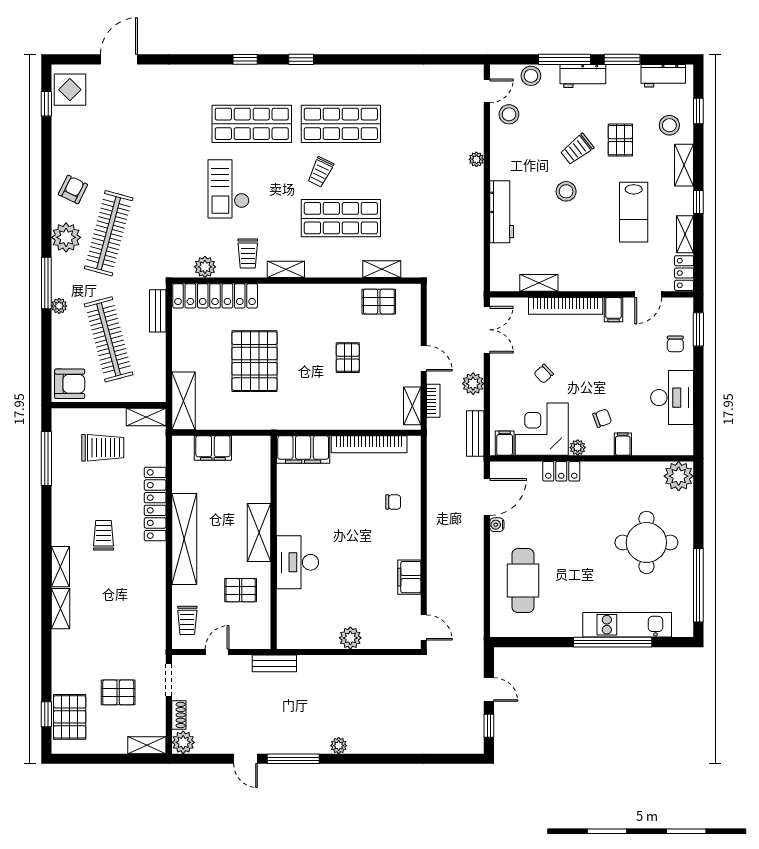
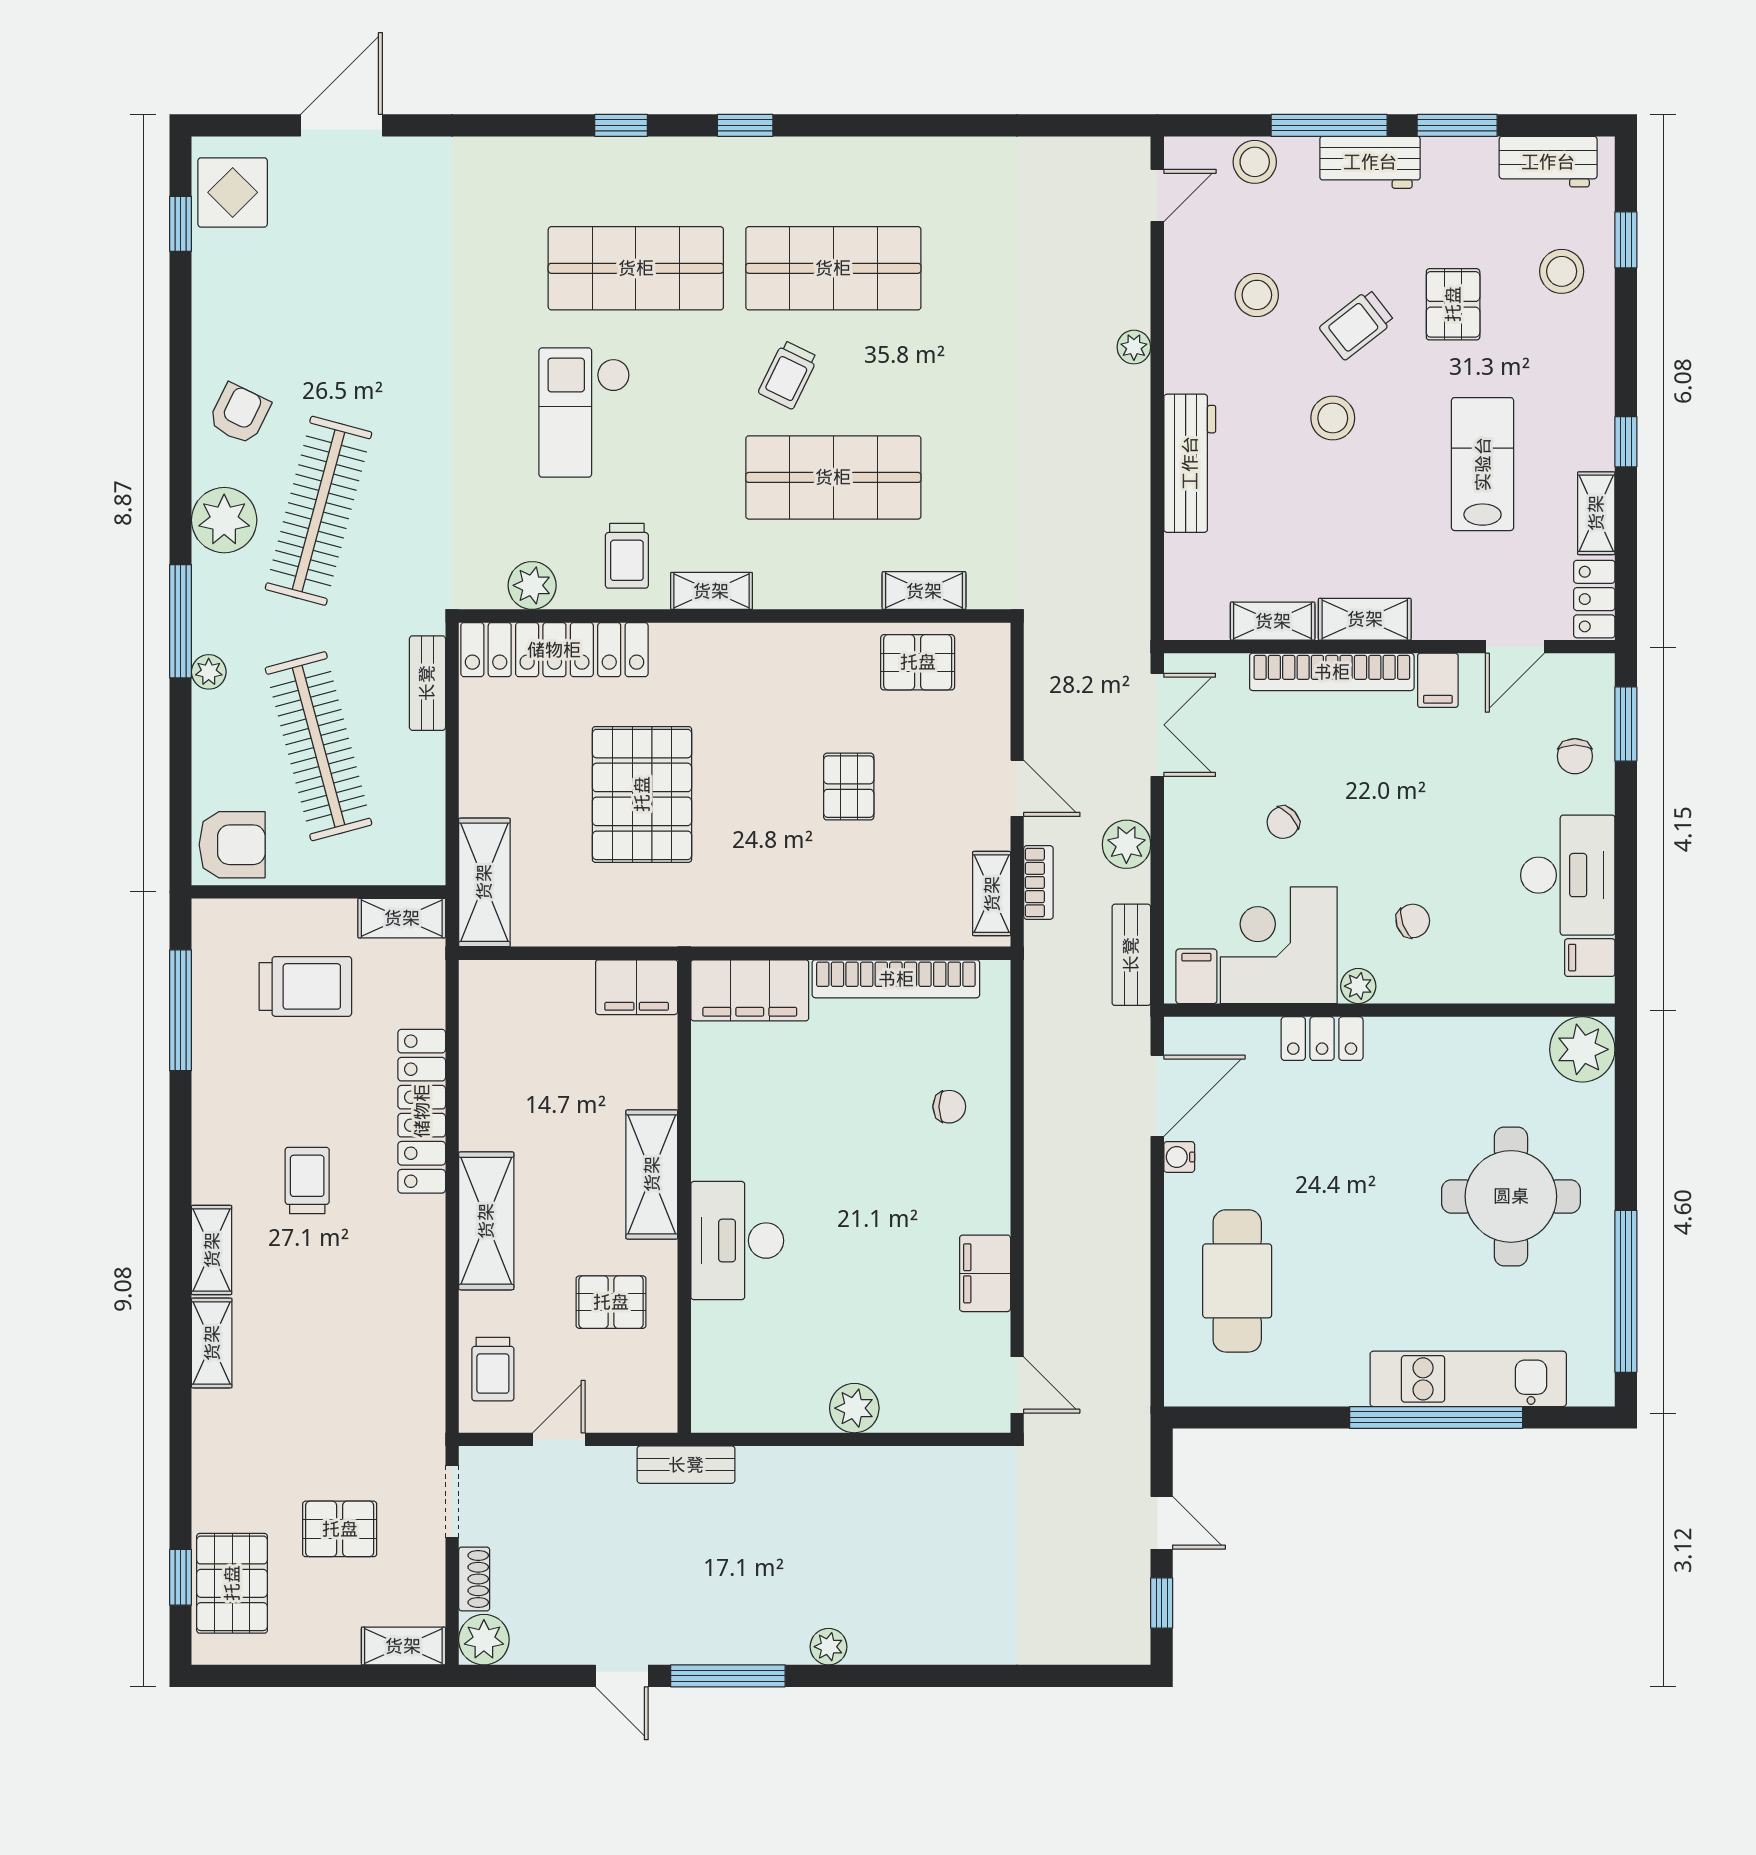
stool: (509, 114) -> (1257, 295), moved
shelving: (684, 165) -> (1365, 619), moved, turned 90
lab bench: (634, 212) -> (1483, 464), turned 180
filing cabinet: (623, 444) -> (1590, 958), moved, turned -90
filing cabinet: (213, 448) -> (637, 987), moved
shelving: (184, 539) -> (486, 1221), width x0.68

